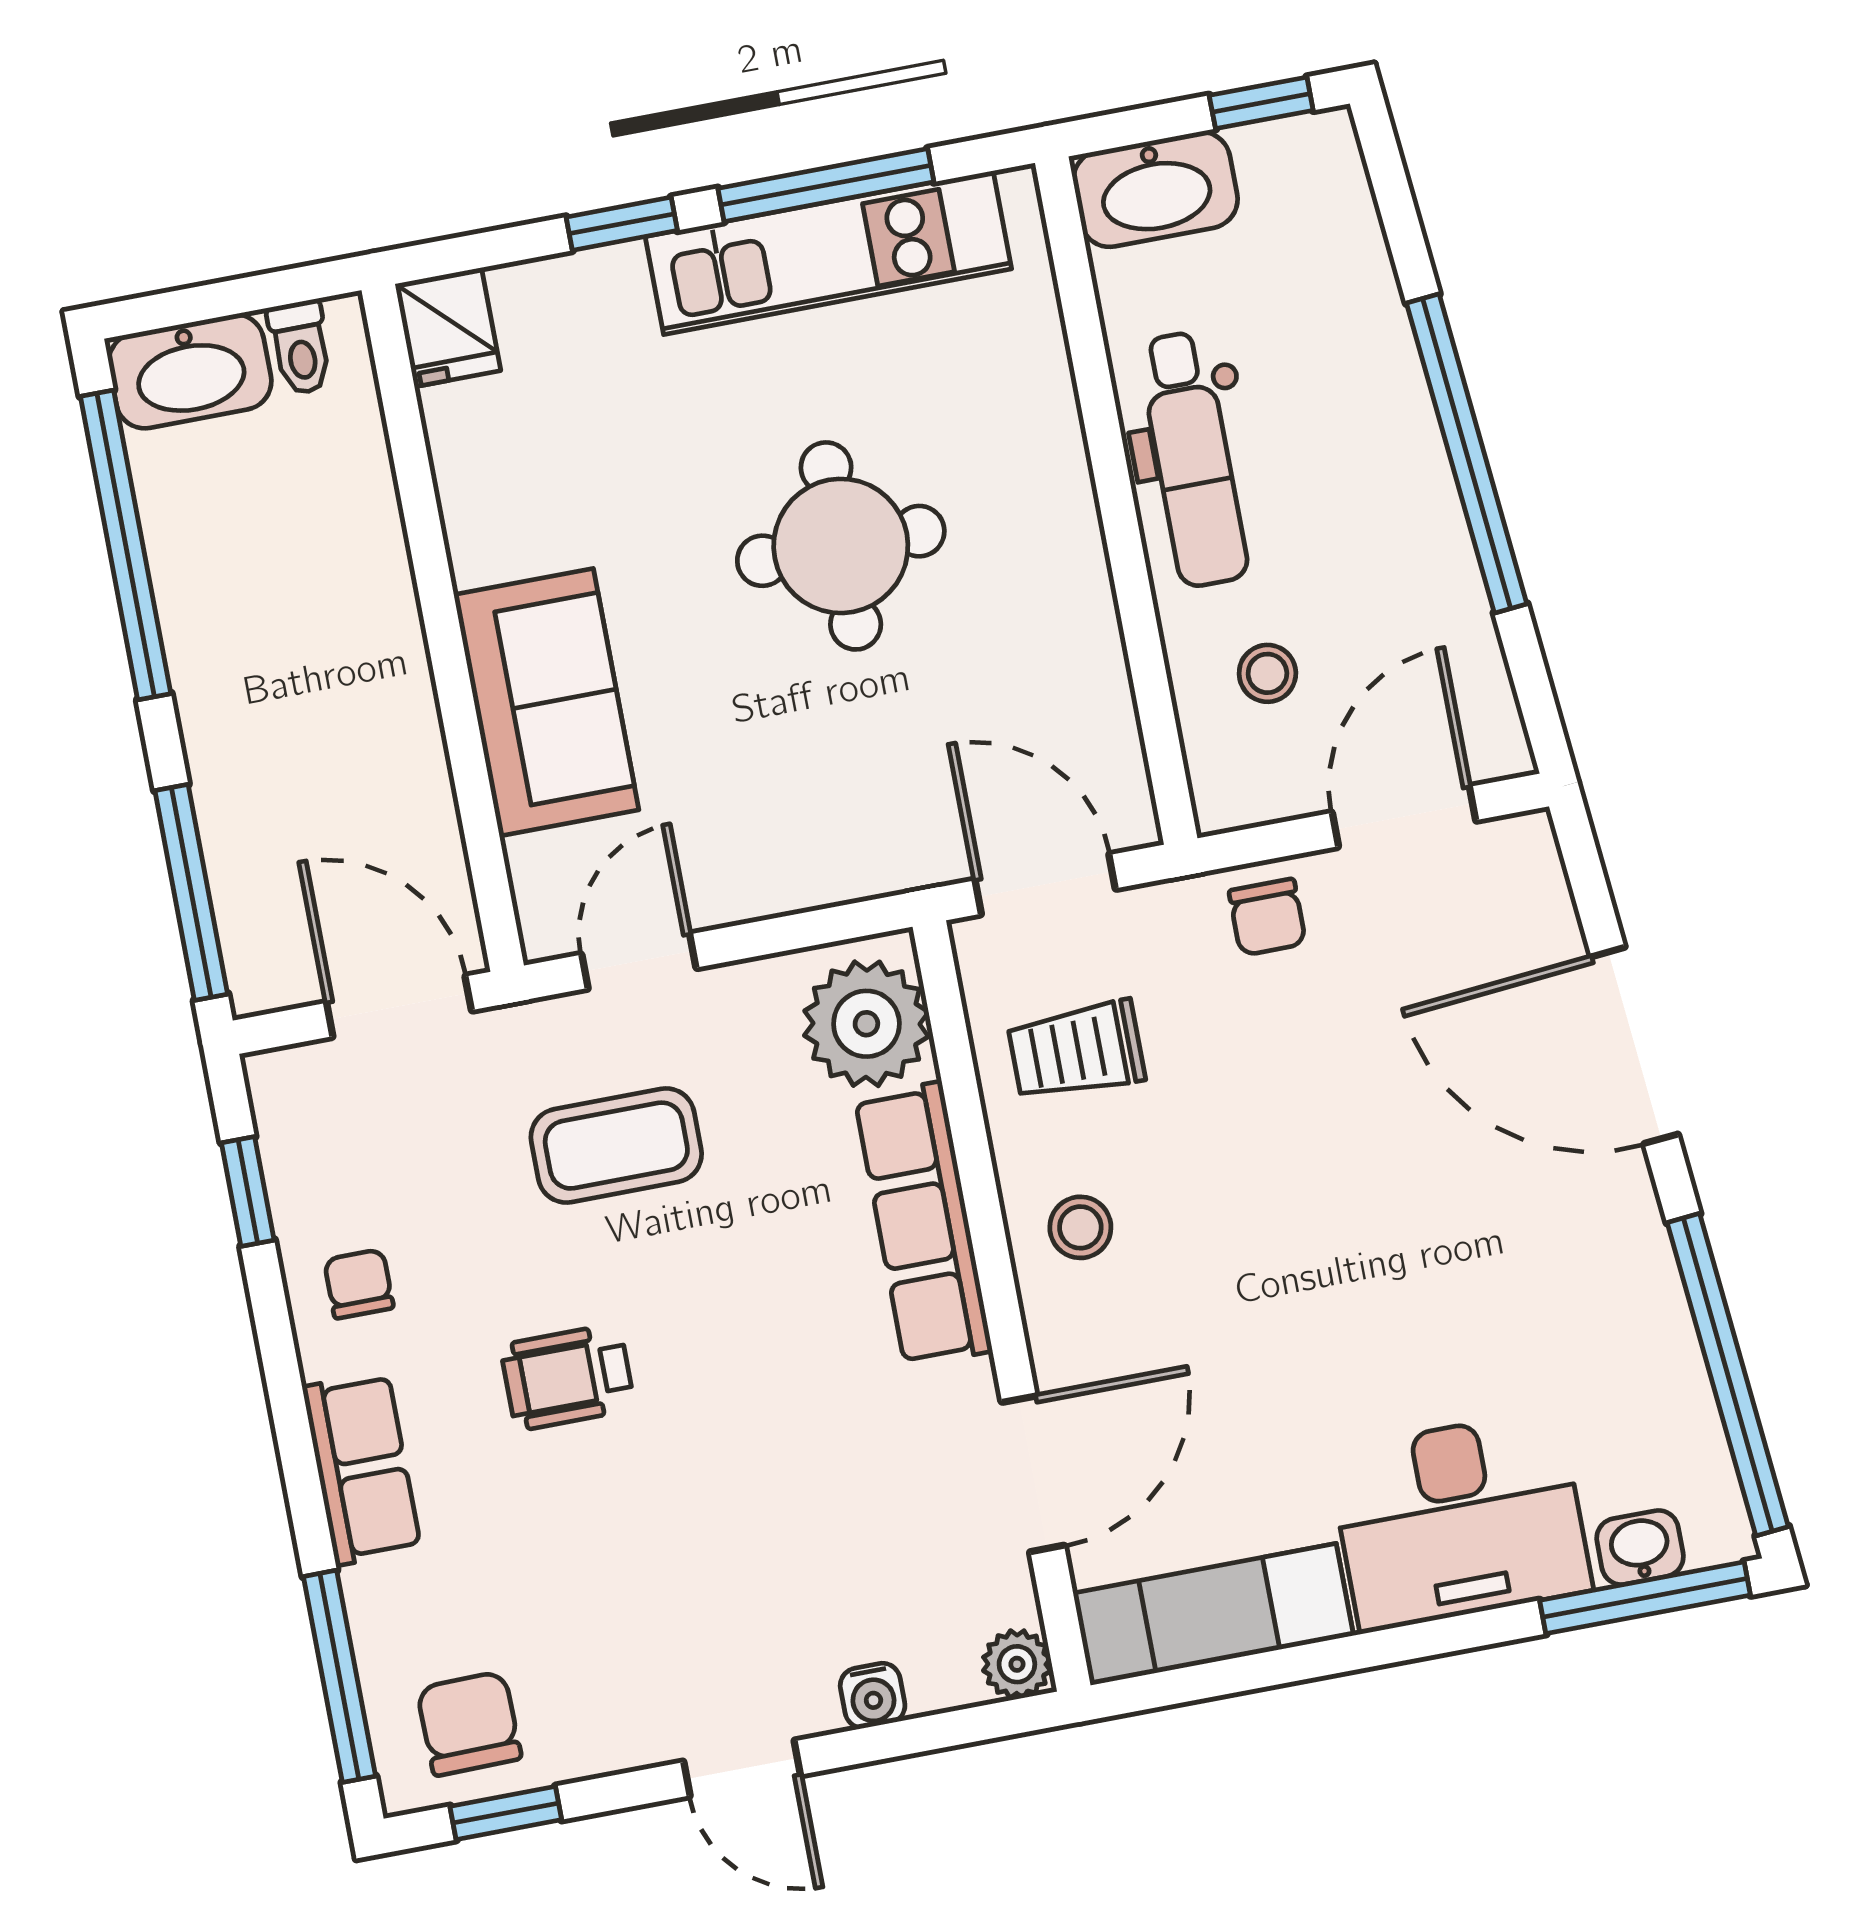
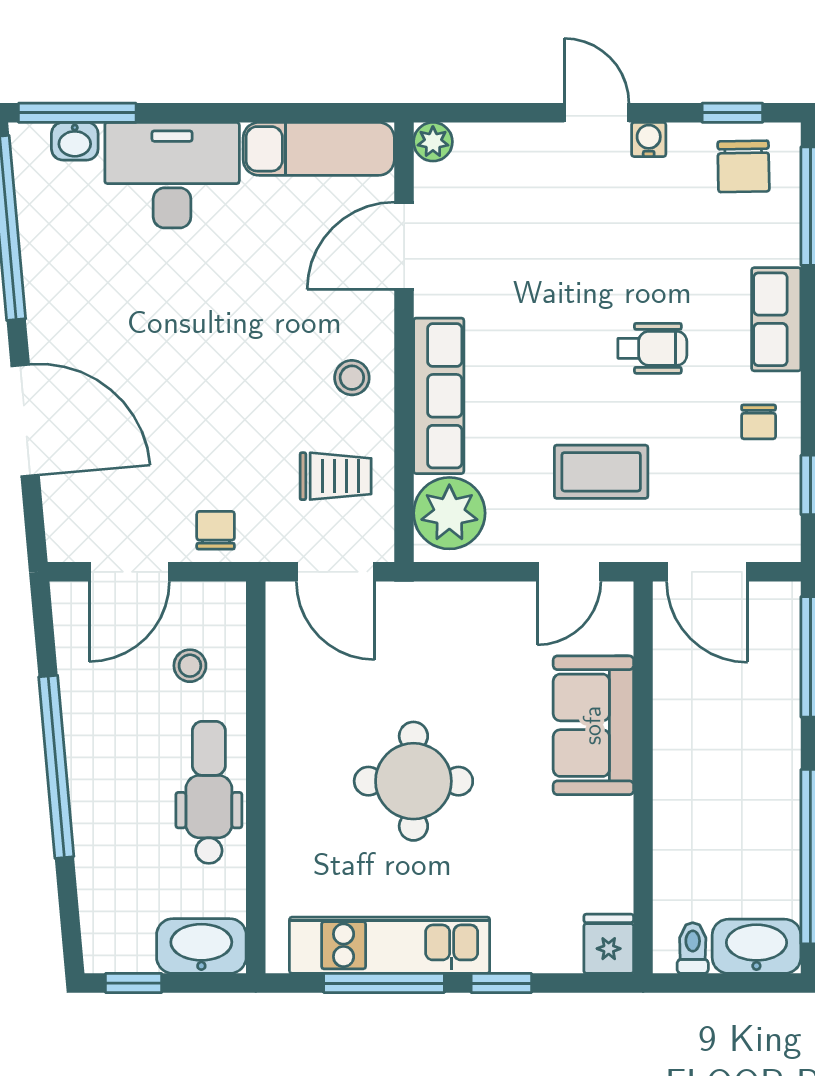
water cooler: (873, 1696) -> (649, 139), moved

